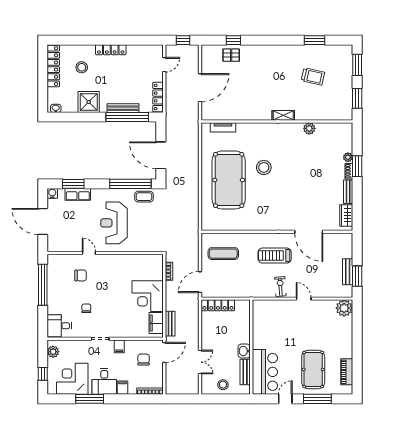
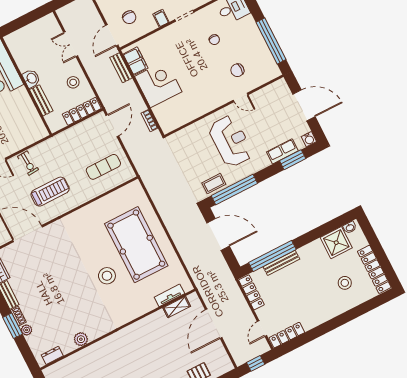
locker: (111, 50) -> (287, 335), moved
shower: (89, 102) -> (336, 243), moved
shelving: (283, 115) -> (177, 307), moved
dresser: (338, 127) -> (52, 355), added
bench: (245, 372) -> (41, 100), moved
stool: (223, 385) -> (73, 82), moved

